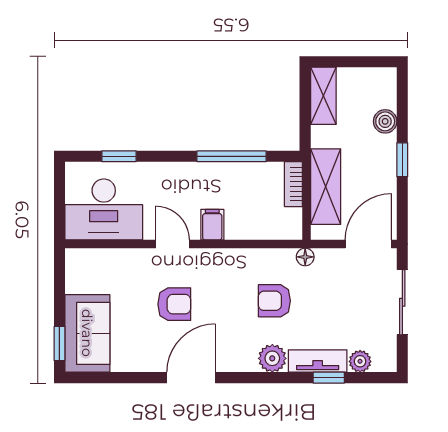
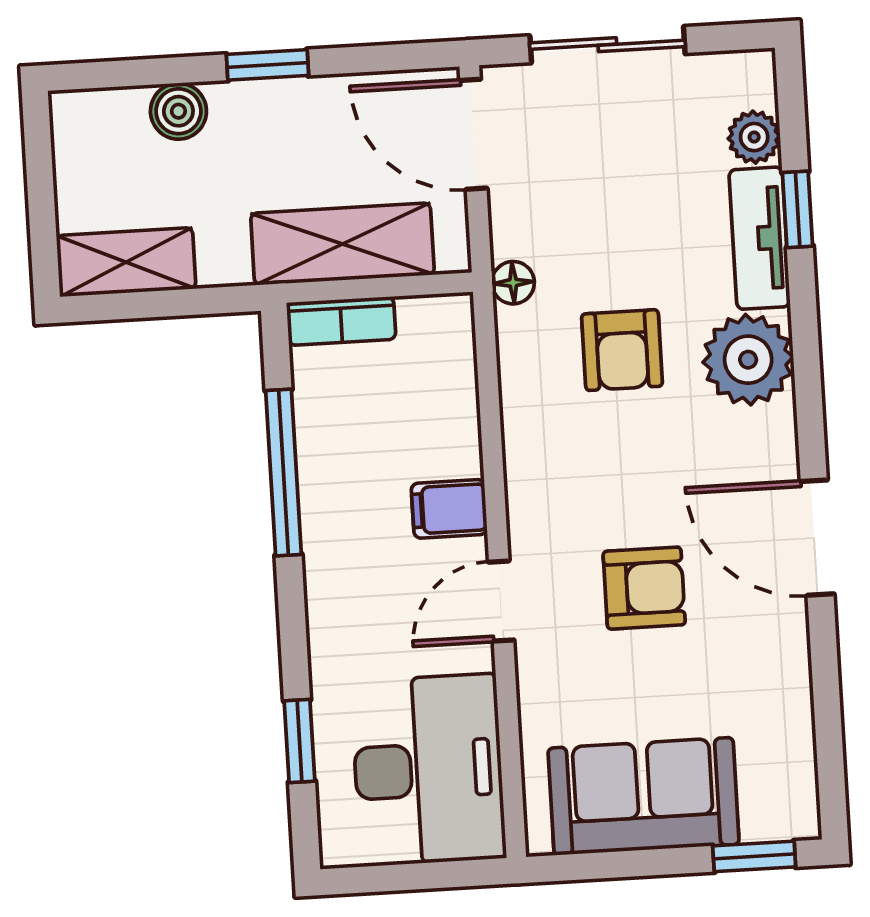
armchair: (174, 304) -> (644, 588), turned 90
sofa: (87, 333) -> (644, 796), moved
plant: (272, 358) -> (748, 360), width x1.36, depth x1.36

